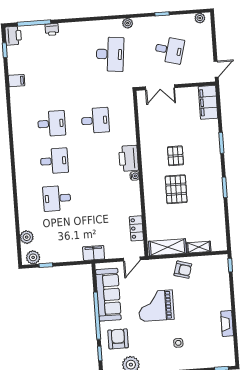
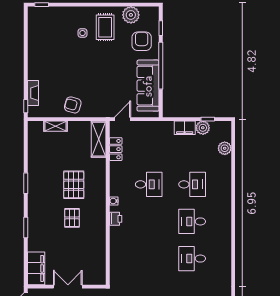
double door: (160, 87) -> (68, 287), moved
desk: (95, 120) -> (149, 184), moved, turned 180
printer: (129, 158) -> (116, 219), width x0.53, depth x0.68
shelving: (168, 247) -> (99, 139), moved, turned 90
filing cabinet: (94, 253) -> (185, 128), moved
plant: (33, 257) -> (203, 128), moved
grand piano: (156, 306) -> (102, 71), removed
fireplace: (227, 324) -> (33, 93), moved
armchair: (118, 339) -> (142, 41), turned 180
rug: (156, 350) -> (105, 27), added

